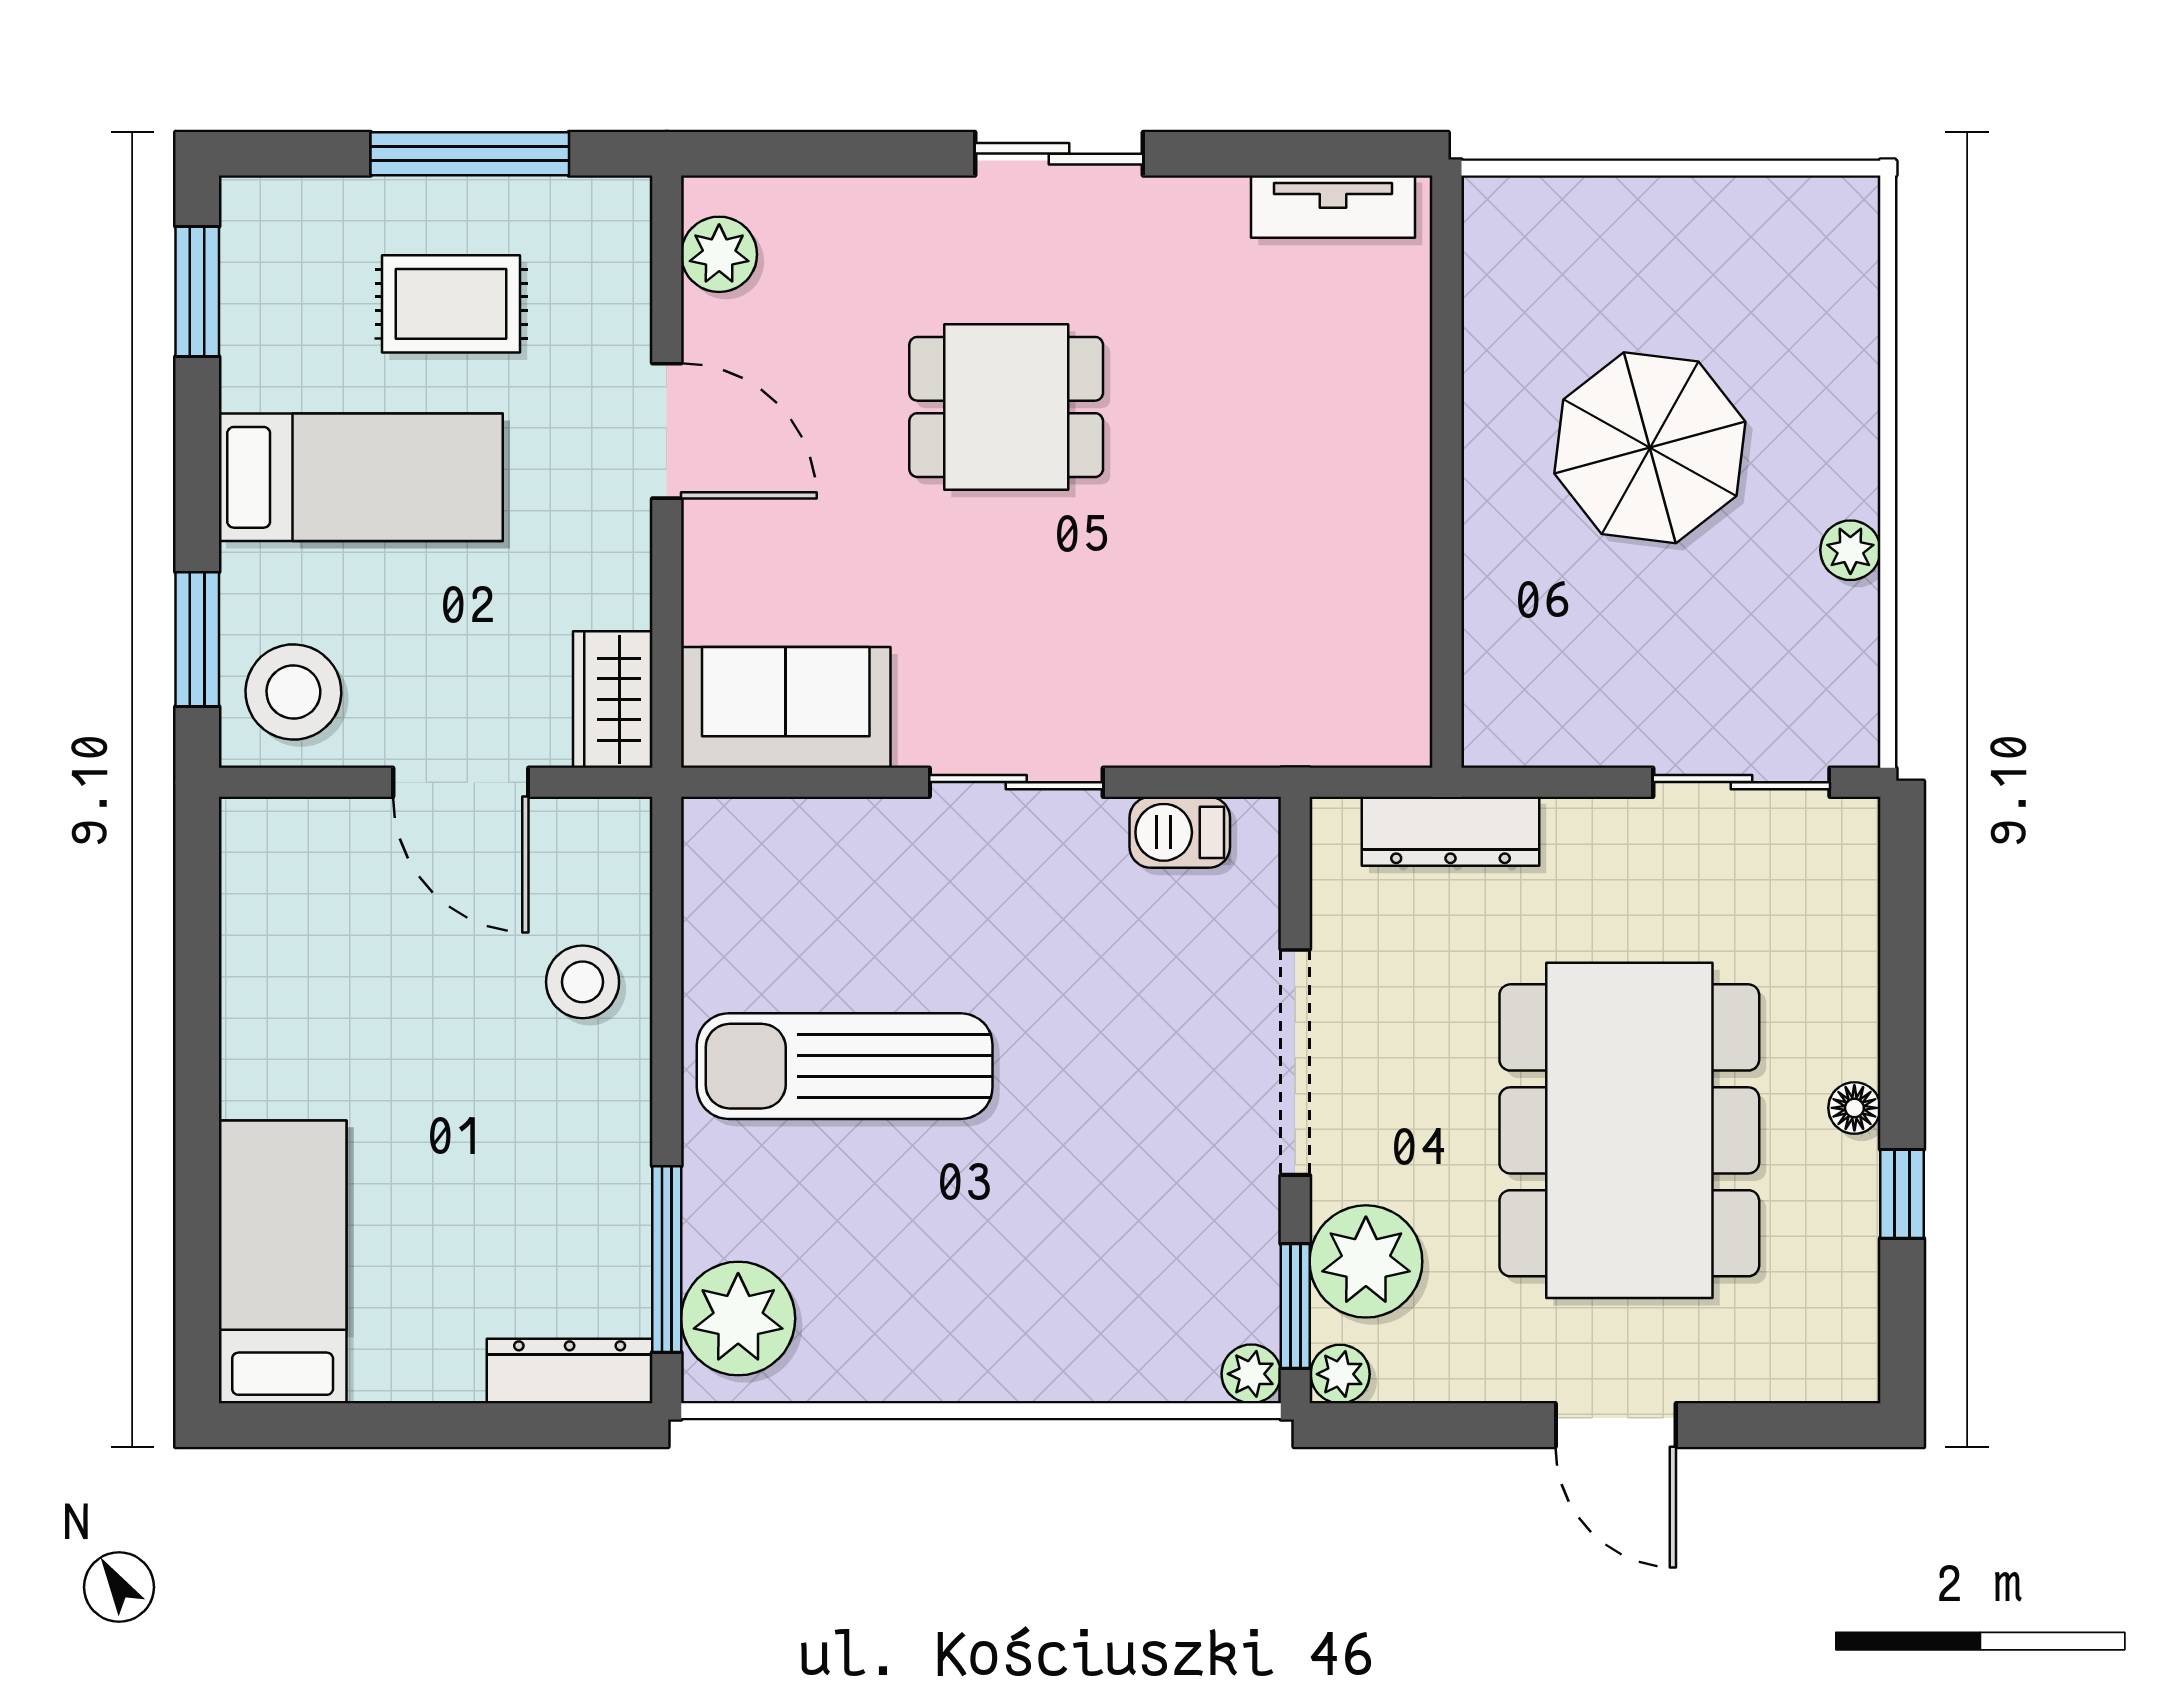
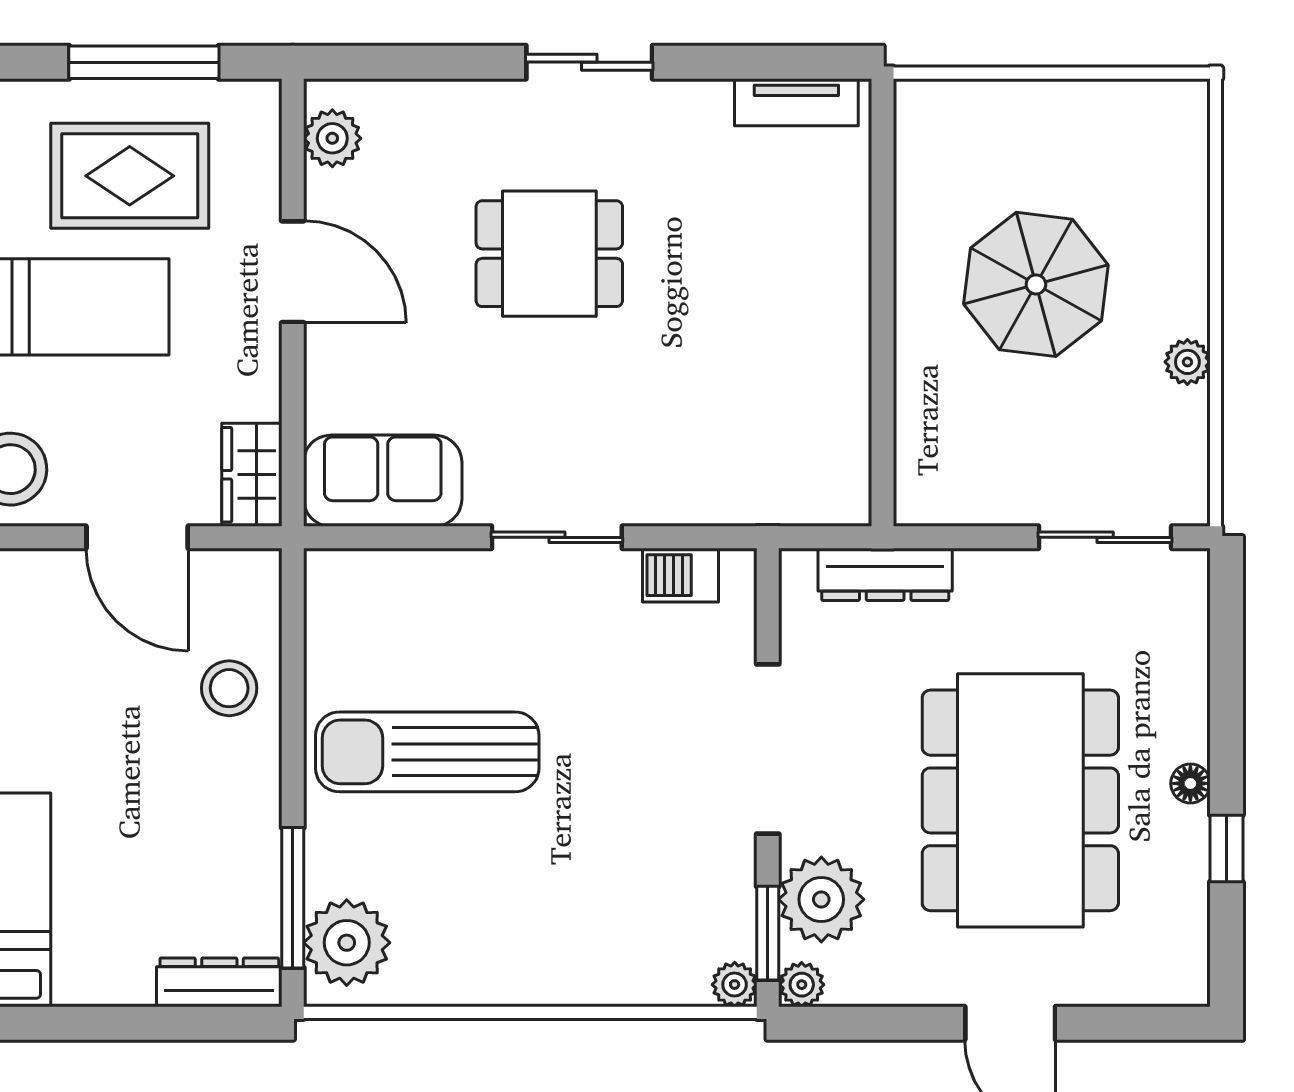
rug: (451, 304) -> (130, 176), width x1.36, depth x1.43

